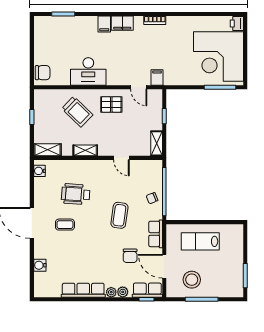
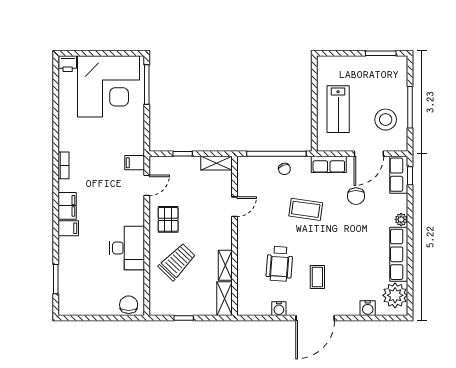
shelving: (85, 150) -> (225, 265), moved
water cooler: (39, 171) -> (279, 309), moved
chair: (130, 256) -> (356, 196), turned 90
plant: (123, 292) -> (395, 295), moved, width x1.87, depth x1.87

